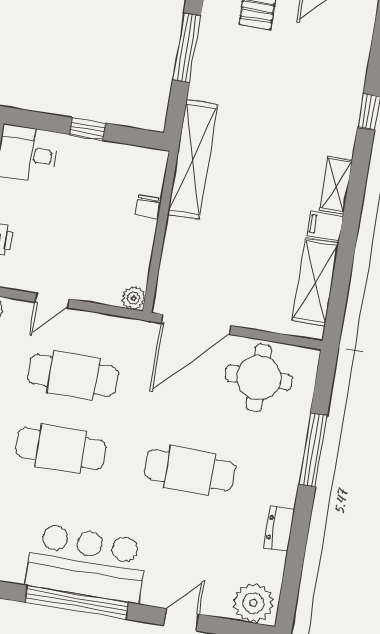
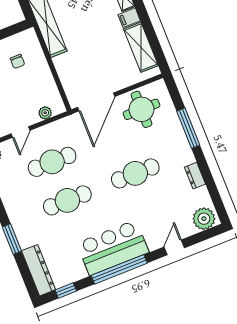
chair: (147, 206) -> (18, 61), moved
plant: (133, 298) -> (45, 113), moved

